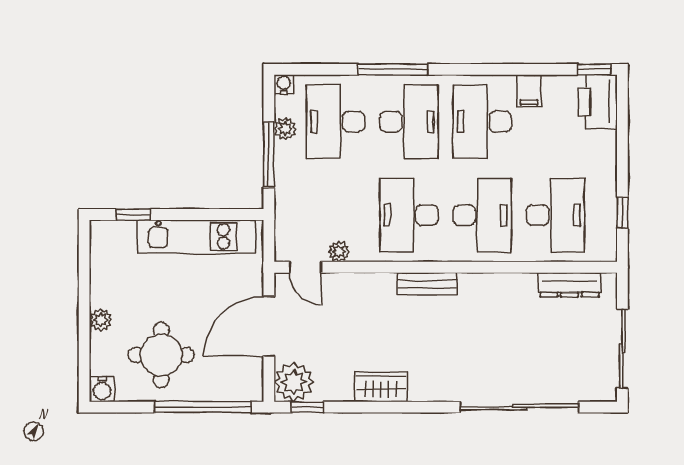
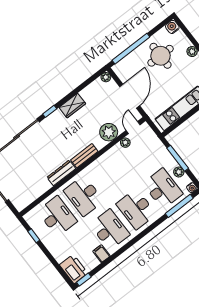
window: (393, 69) -> (179, 206), moved
desk: (409, 215) -> (110, 175), removed
desk: (556, 215) -> (57, 216), turned 180
door: (305, 267) -> (133, 128), hinge flipped
dresser: (570, 285) -> (61, 173), moved
plant: (353, 292) -> (109, 132), added
plant: (294, 382) -> (106, 77), width x0.53, depth x0.53
window: (307, 407) -> (50, 111), moved

